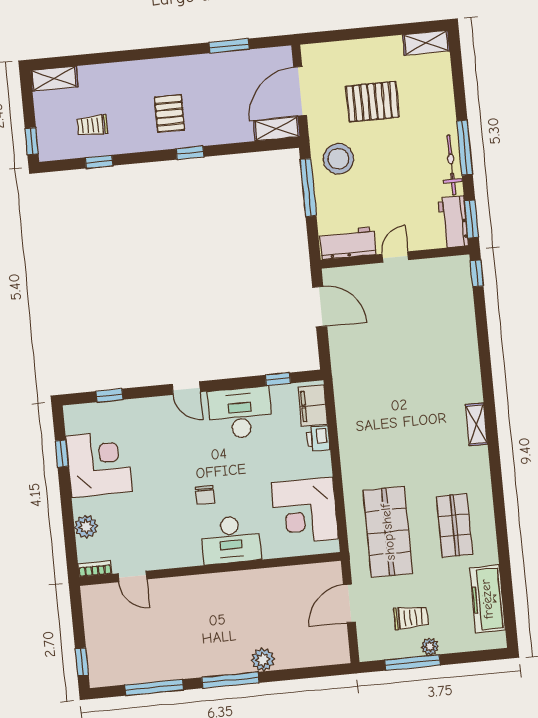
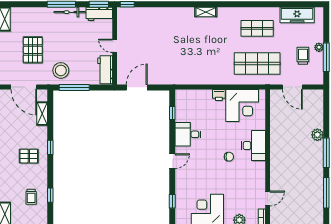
shelving: (277, 129) -> (42, 114), moved
filing cabinet: (313, 406) -> (188, 96), removed
desk: (240, 413) -> (188, 134), width x0.73
printer: (318, 439) -> (219, 95), moved

